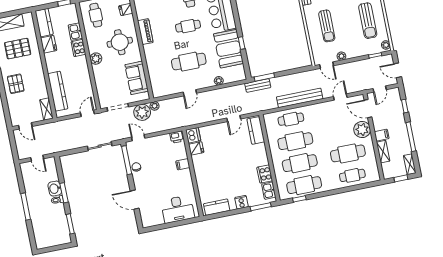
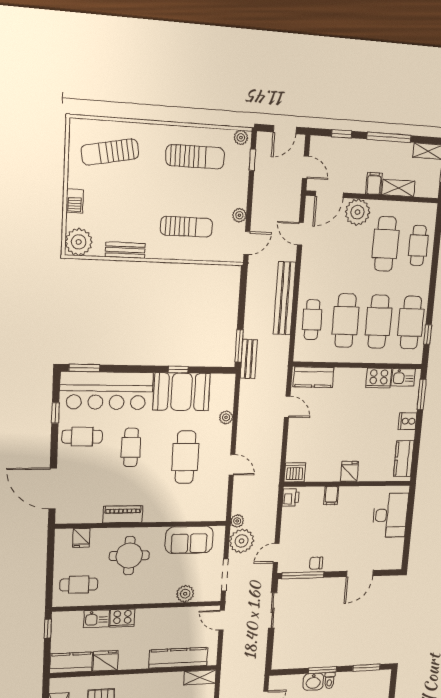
plant: (96, 59) -> (185, 594), moved
fridge: (196, 148) -> (349, 471), moved

